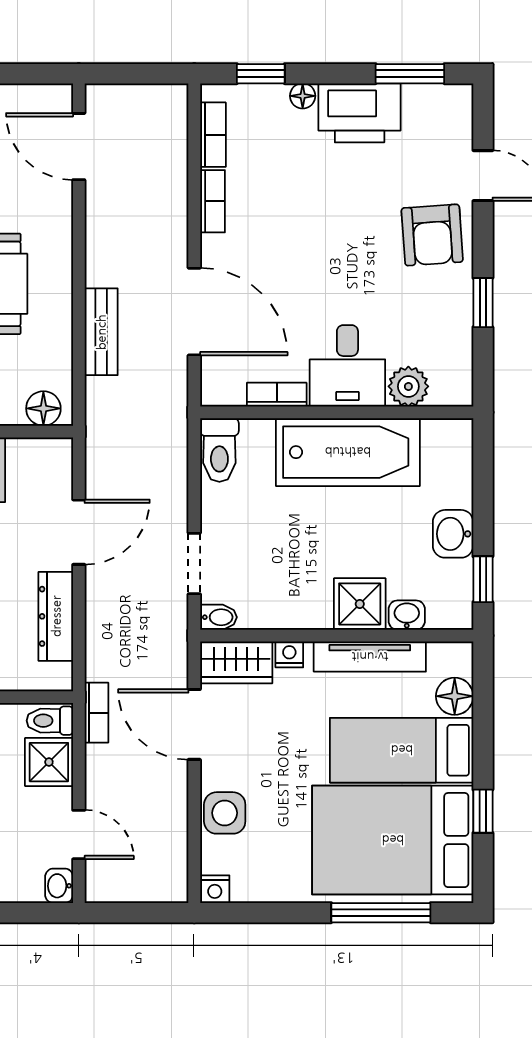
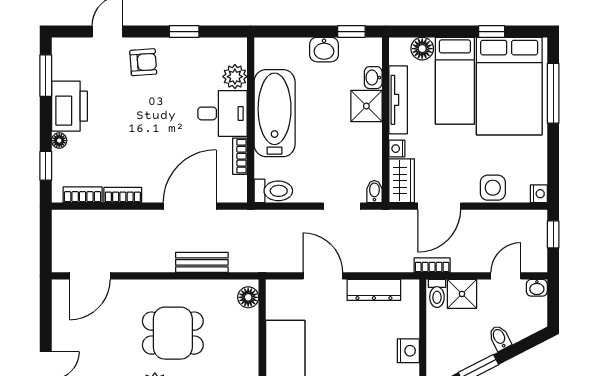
armchair: (432, 235) -> (143, 62), width x0.72, depth x0.72
window: (147, 913) -> (553, 234), added

